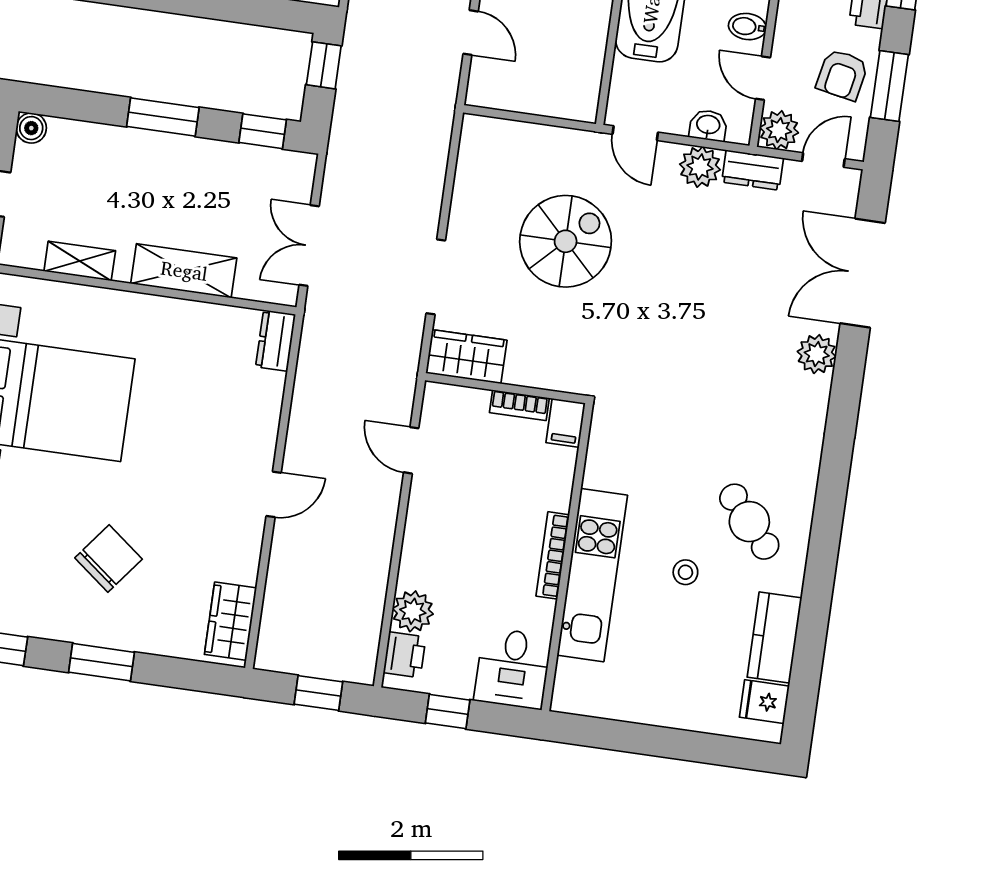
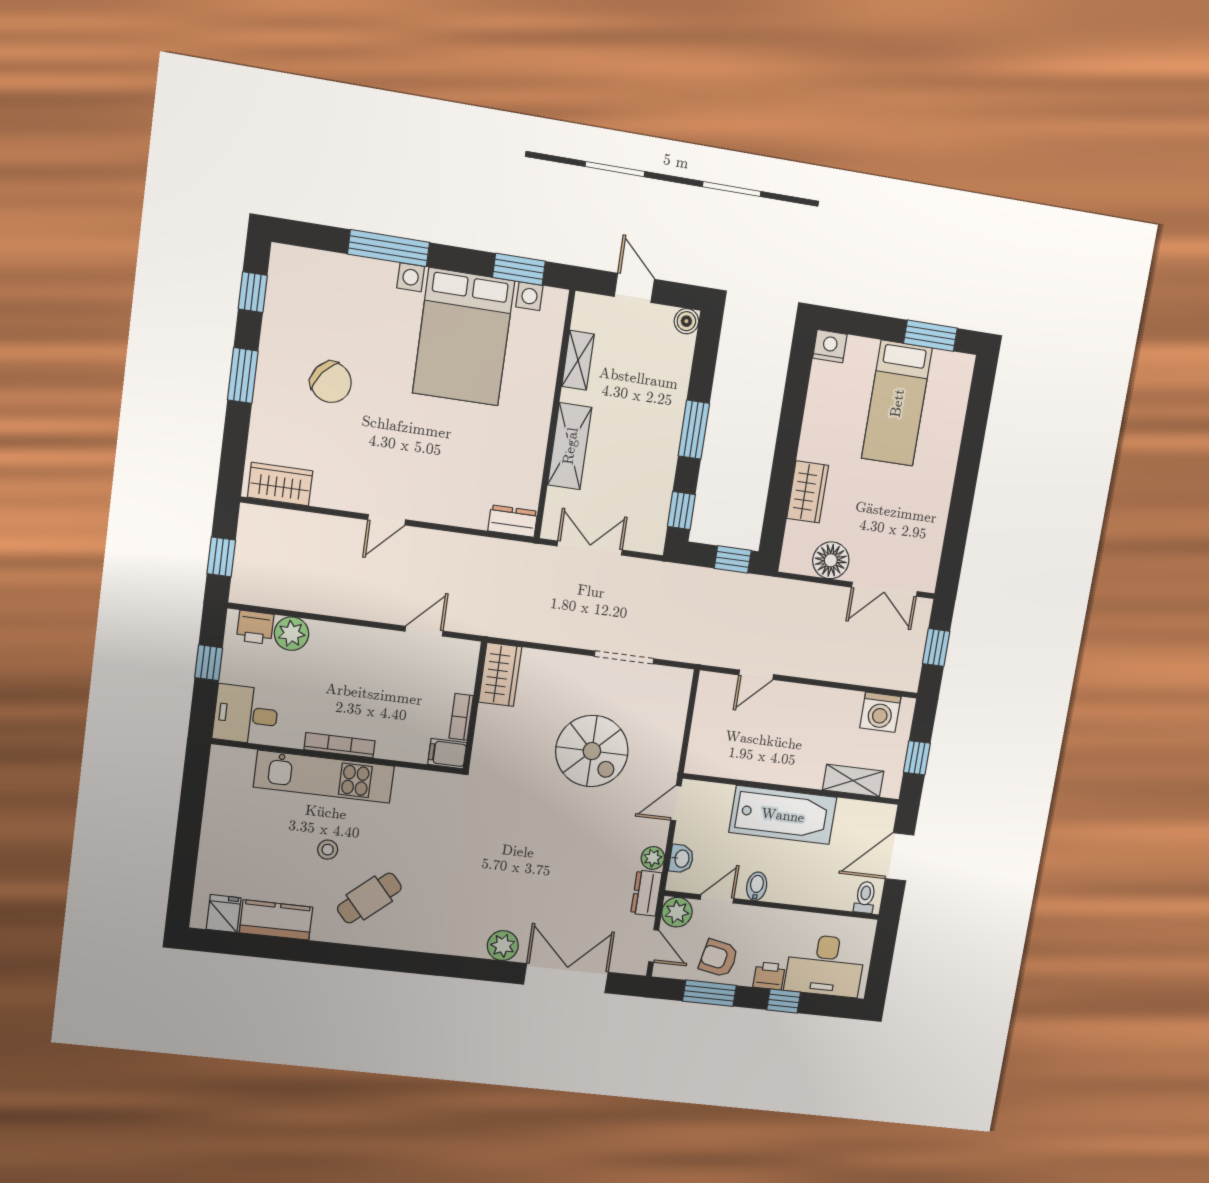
plant: (700, 167) -> (653, 858), width x0.73, depth x0.73
doorway: (436, 277) -> (624, 657), moved
door: (274, 494) -> (387, 520), hinge flipped

